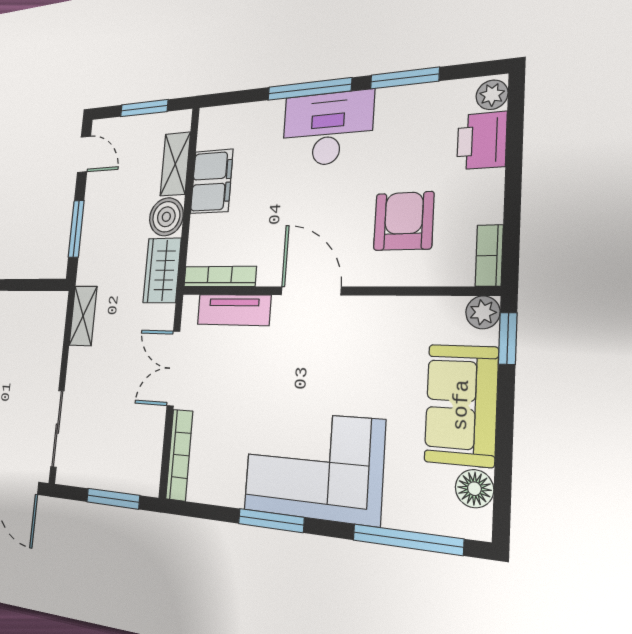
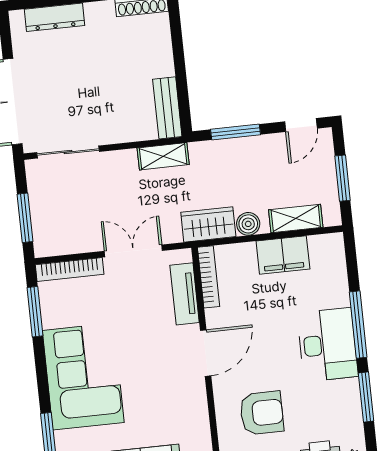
boiler: (166, 217) -> (248, 224), width x0.73, depth x0.73
bench: (39, 304) -> (167, 108), added
window: (271, 521) -> (35, 312), moved

